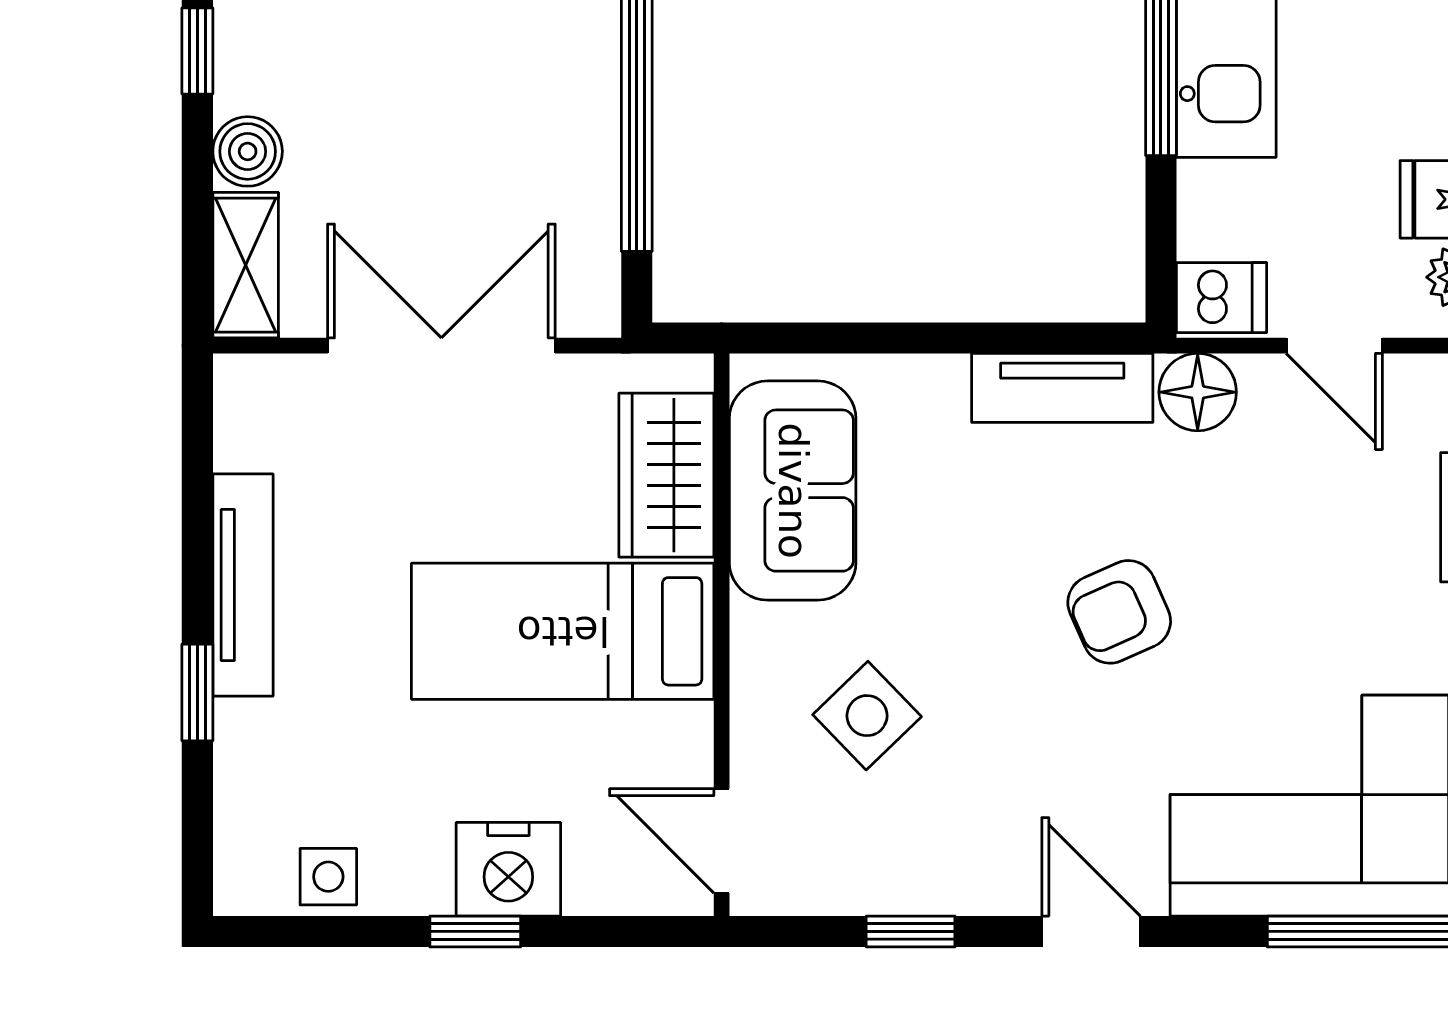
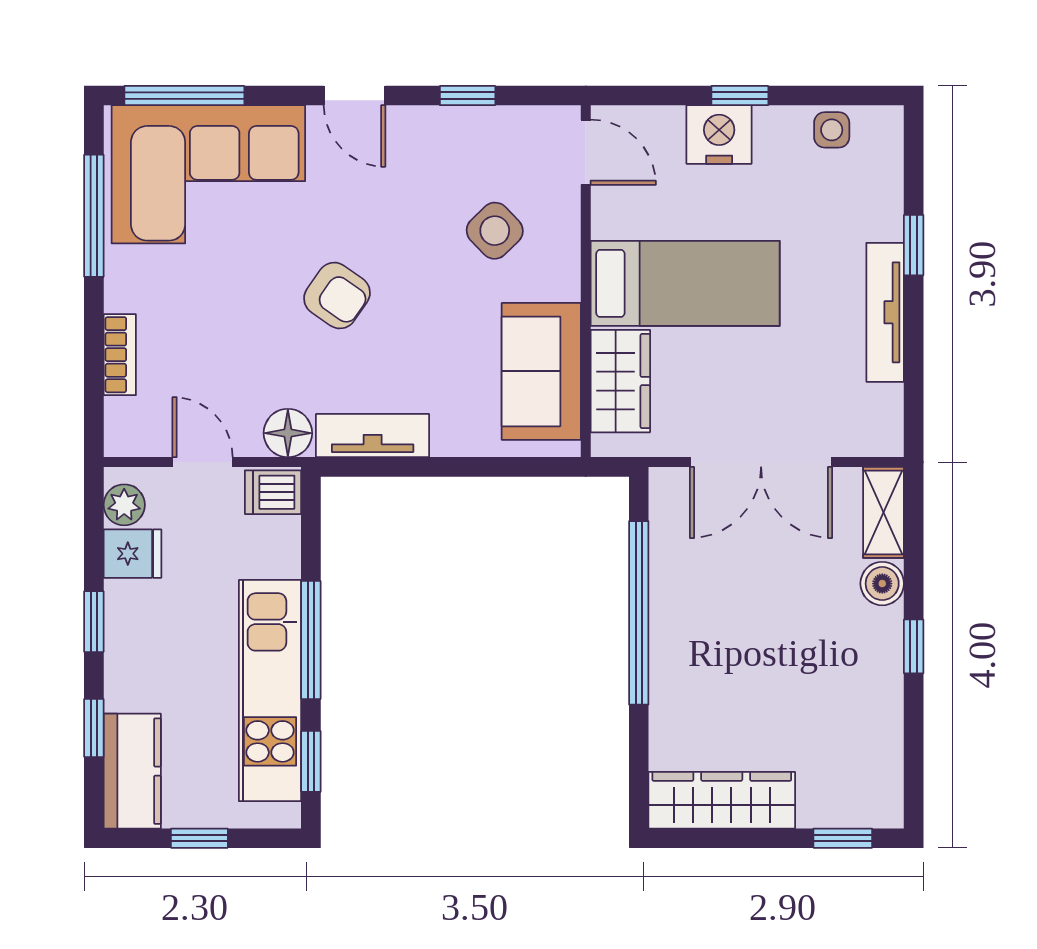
armchair: (1119, 612) -> (337, 296), turned 59

